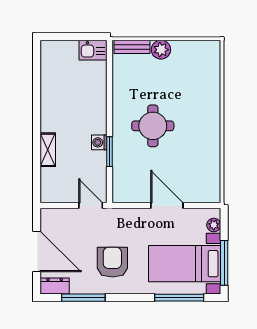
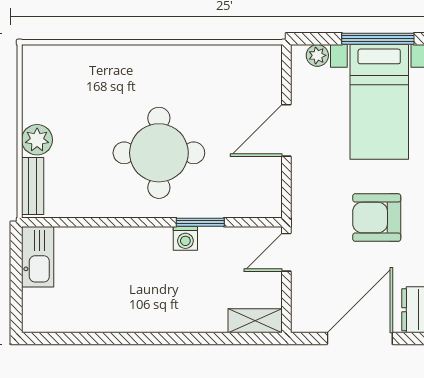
kitchen sink: (93, 50) -> (38, 257), width x1.38
round table: (153, 126) -> (159, 153), width x1.36, depth x1.36
shelving: (48, 150) -> (255, 321), moved

